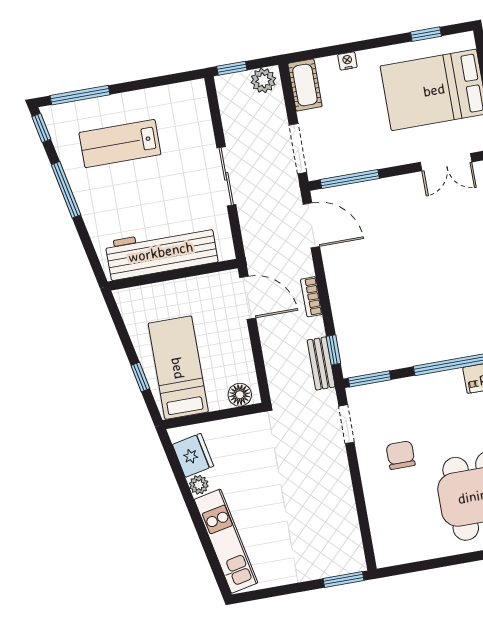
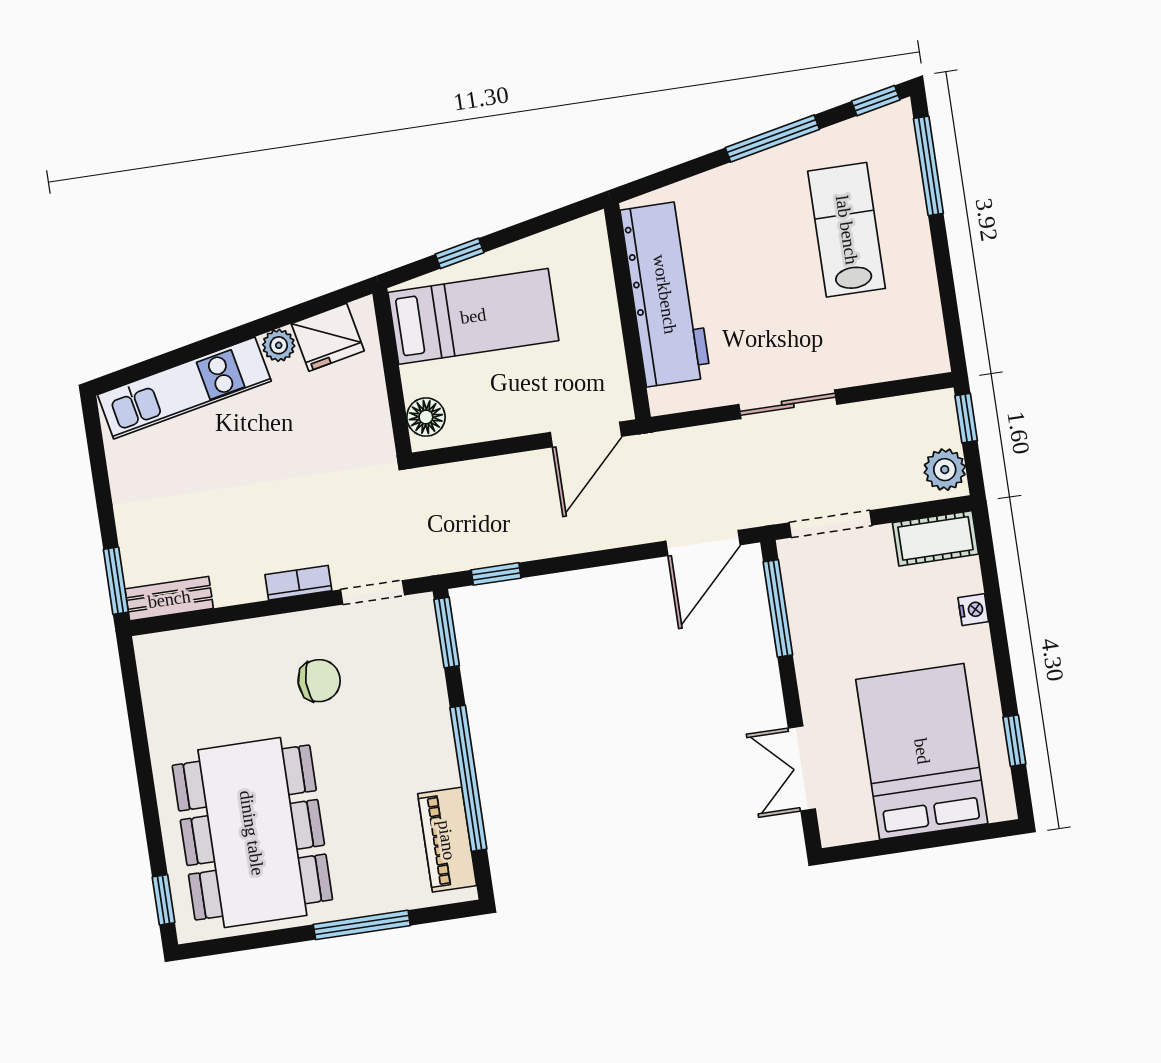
bookcase: (311, 297) -> (298, 583), moved
bench: (321, 363) -> (169, 599), moved

